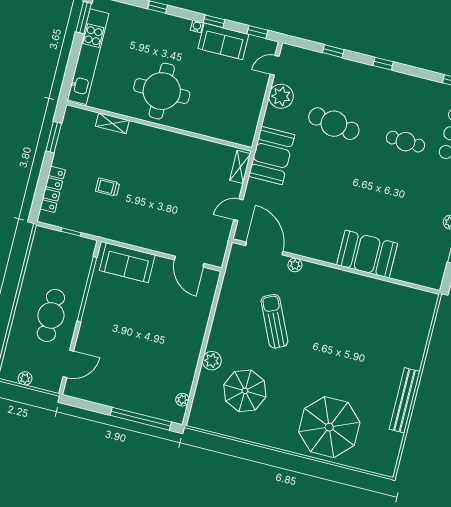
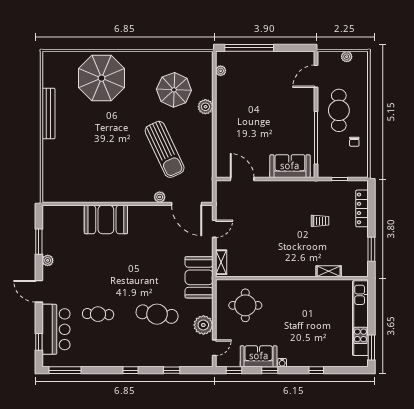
round table: (162, 91) -> (245, 305), moved, width x0.73, depth x0.73
chair: (42, 273) -> (354, 142), added
sun lounger: (274, 321) -> (165, 149), width x1.36, depth x1.34

